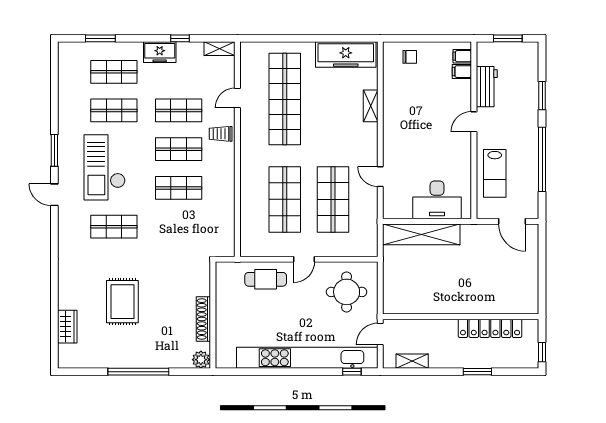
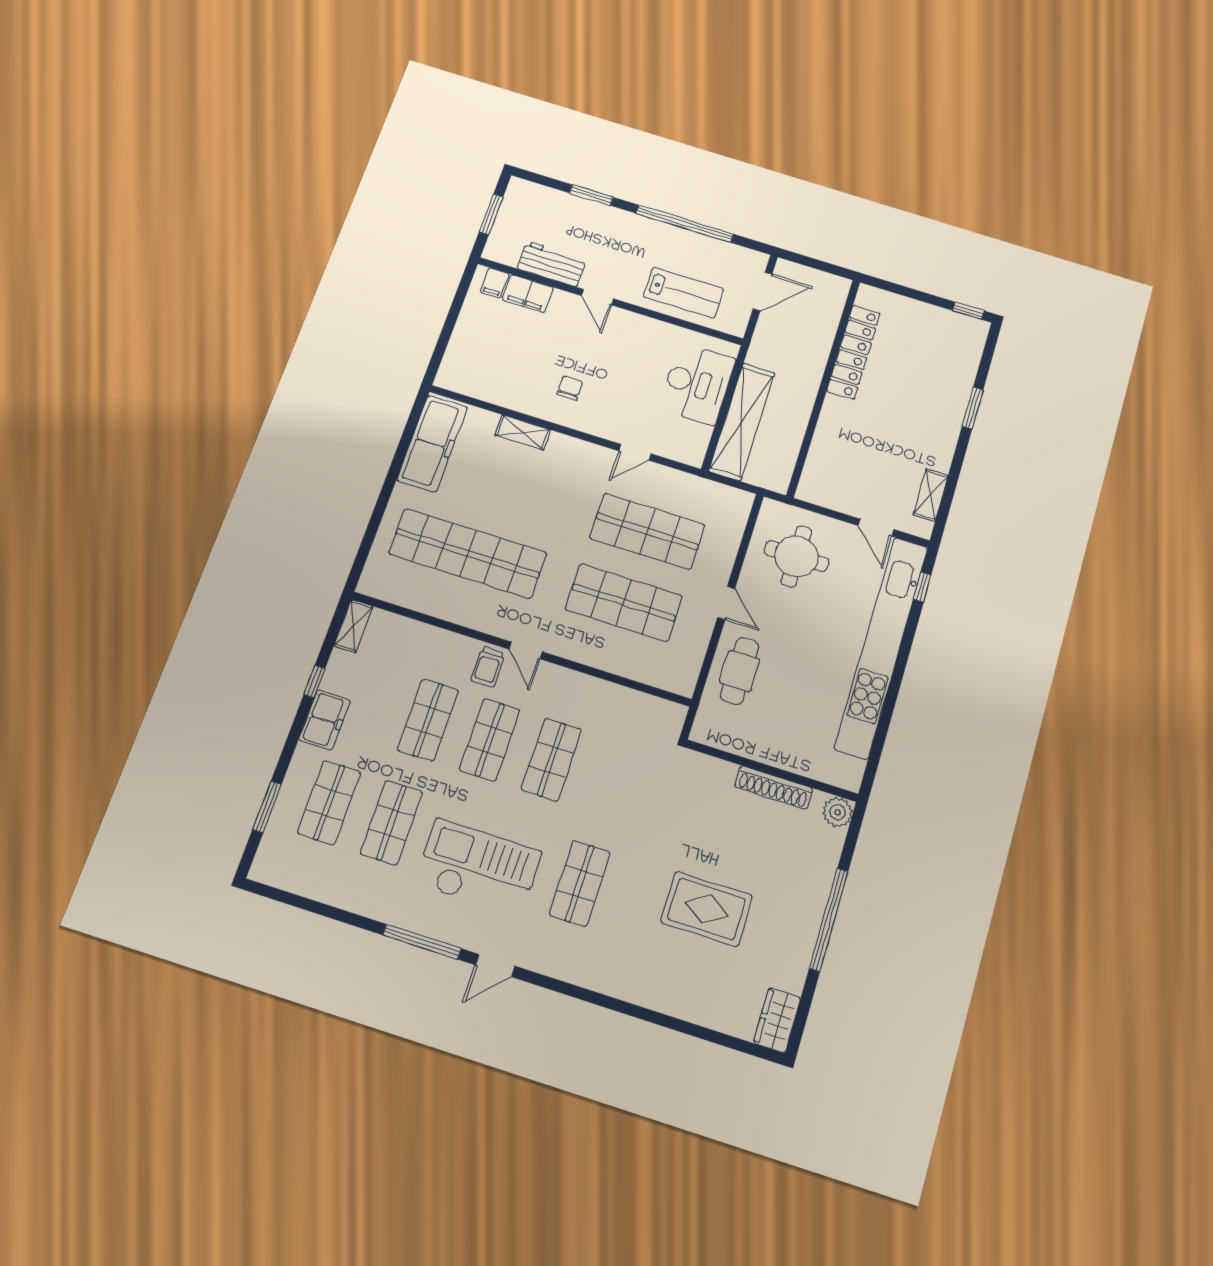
chair: (410, 57) -> (570, 388), moved
filing cabinet: (462, 72) -> (528, 294), width x2.00
door: (237, 98) -> (526, 650), moved
window: (54, 150) -> (422, 942), width x1.44
checkout: (105, 167) -> (478, 868), turned 180
wall: (461, 317) -> (824, 387), moved
wardrobe: (67, 327) -> (777, 1020), moved, turned -90
locker: (490, 328) -> (854, 352), moved

